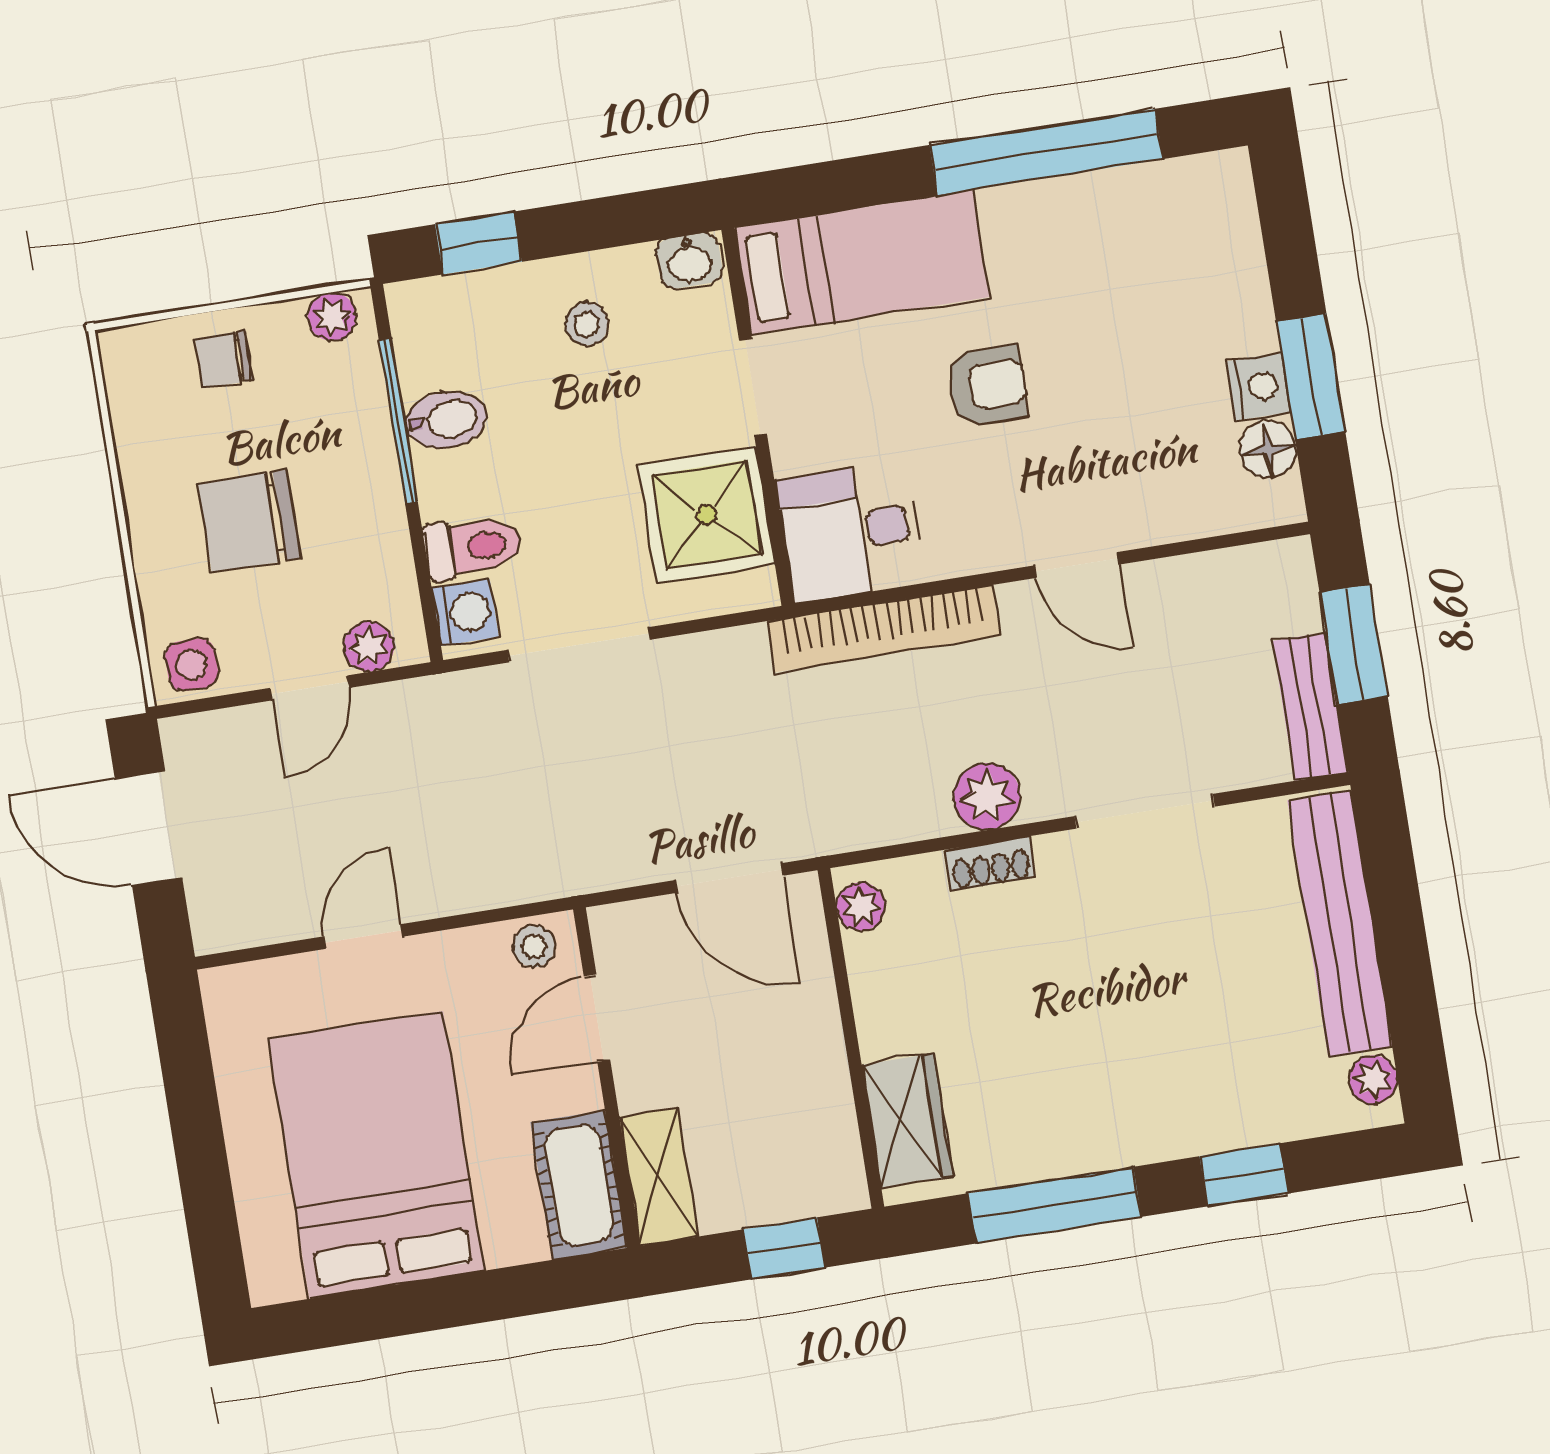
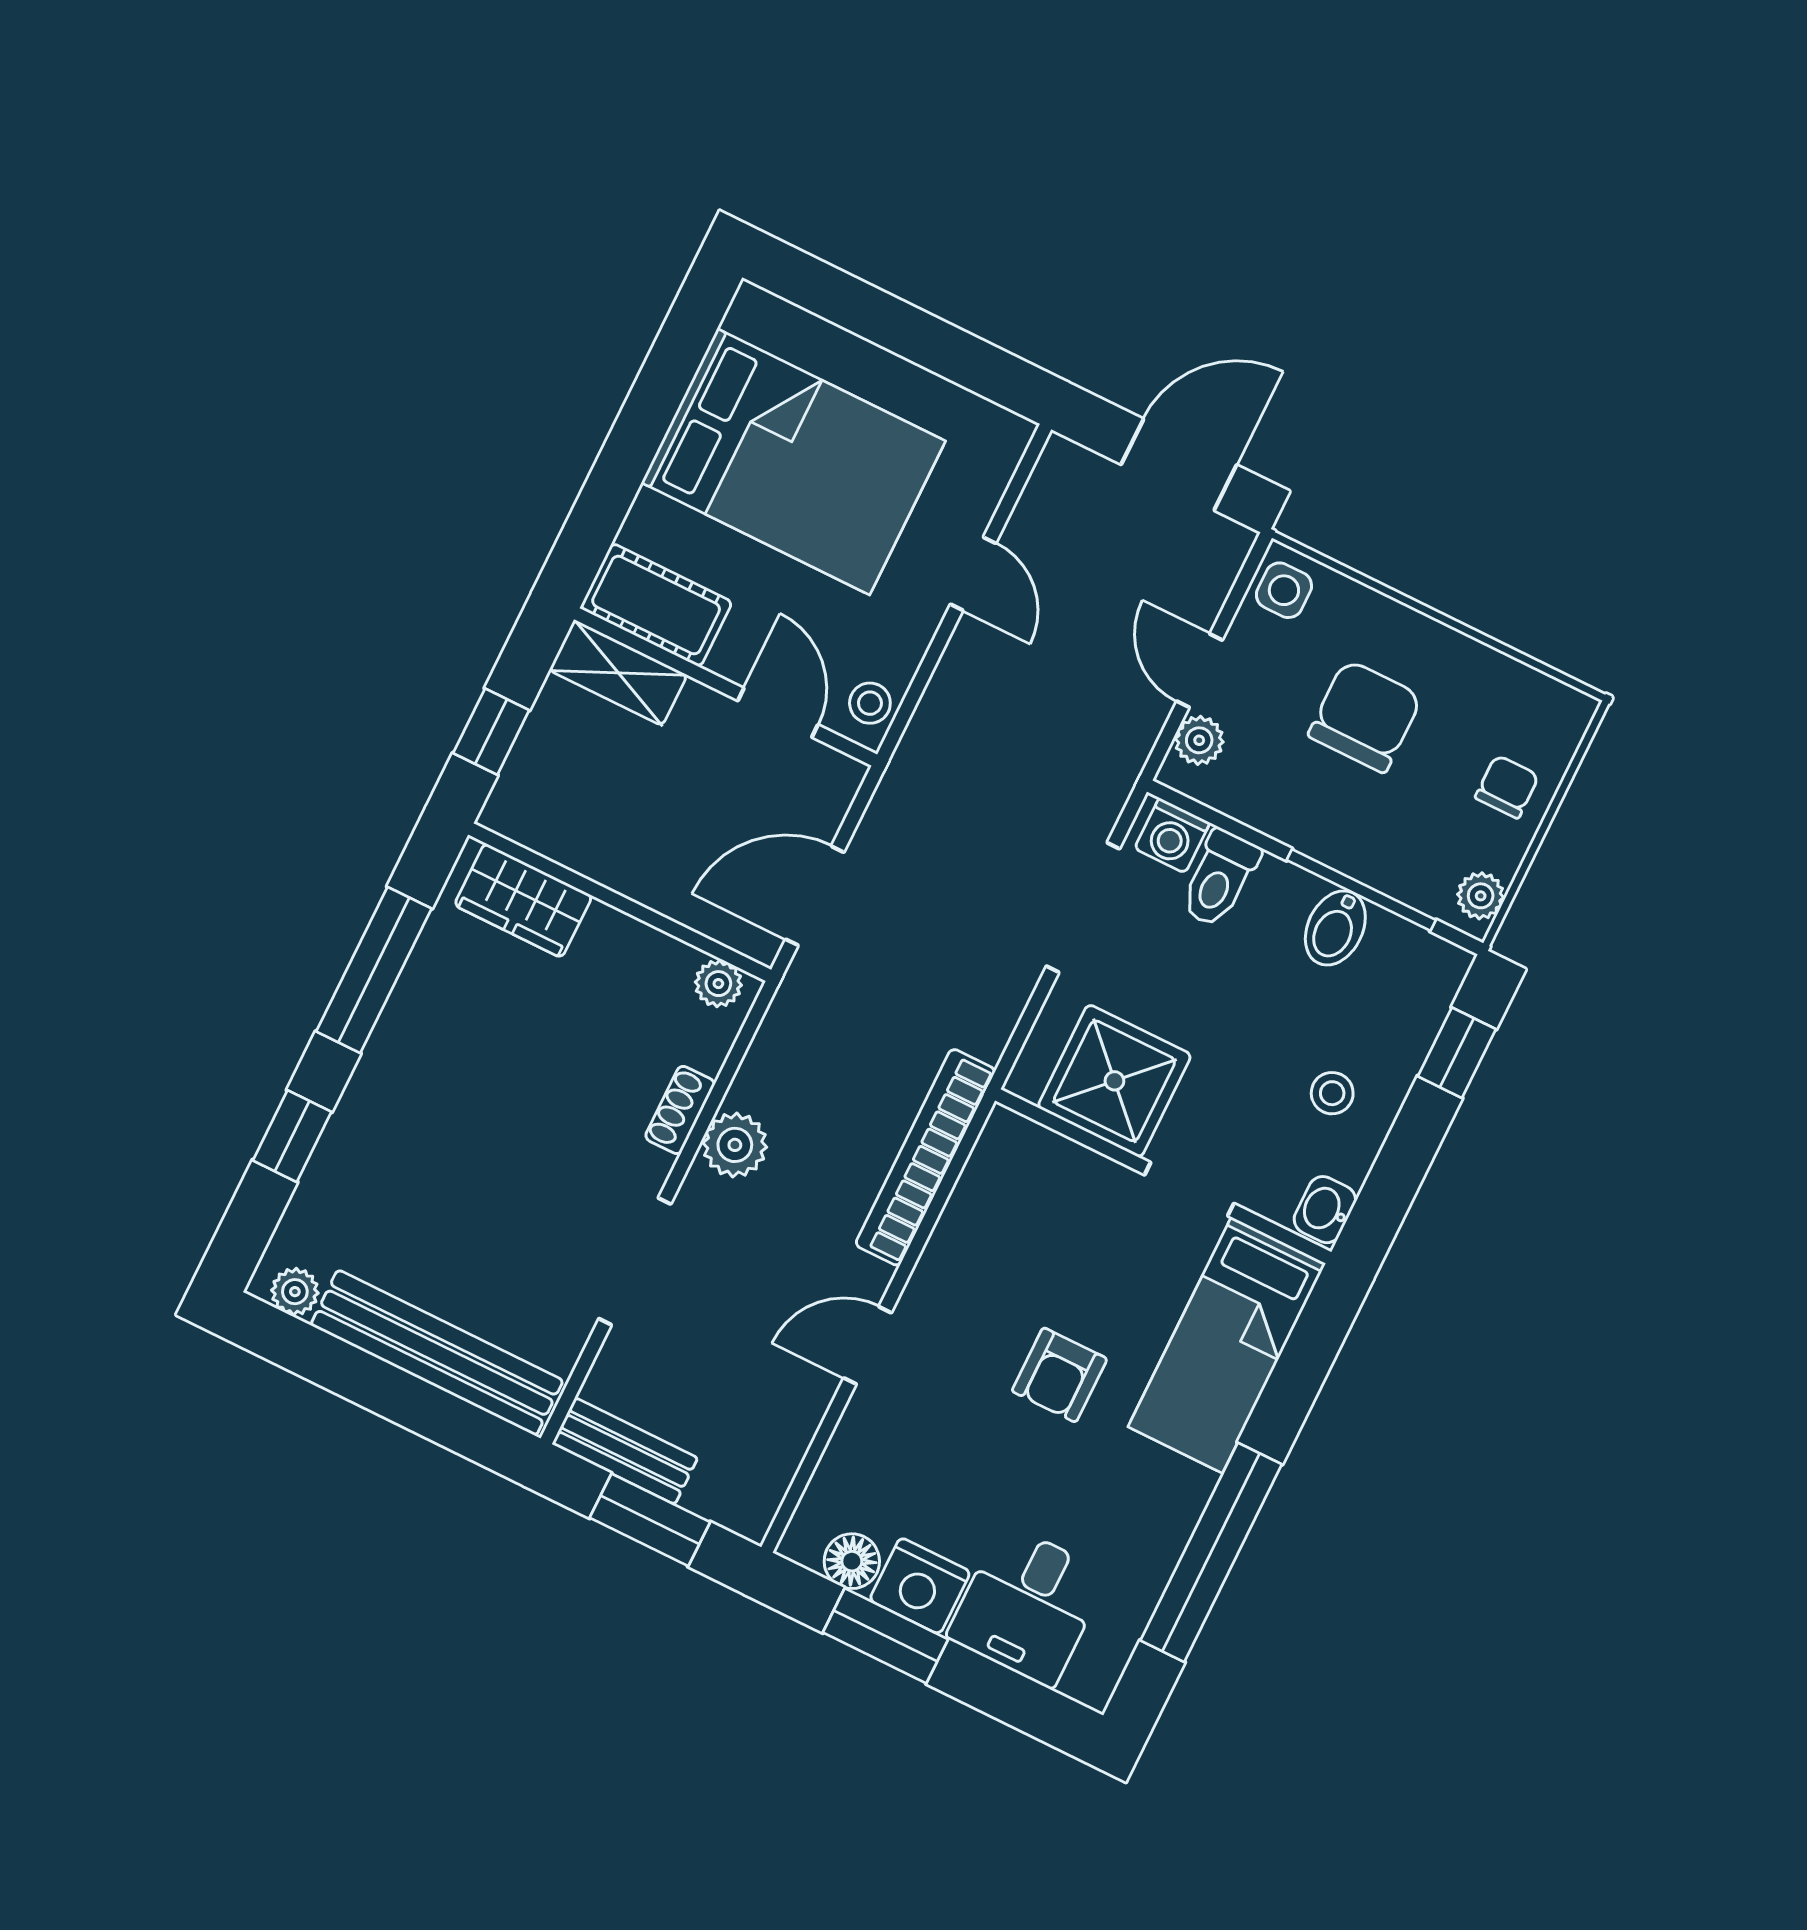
nightstand: (1259, 387) -> (920, 1586), width x1.36, depth x1.33
desk: (851, 531) -> (1027, 1605), moved, turned 180

